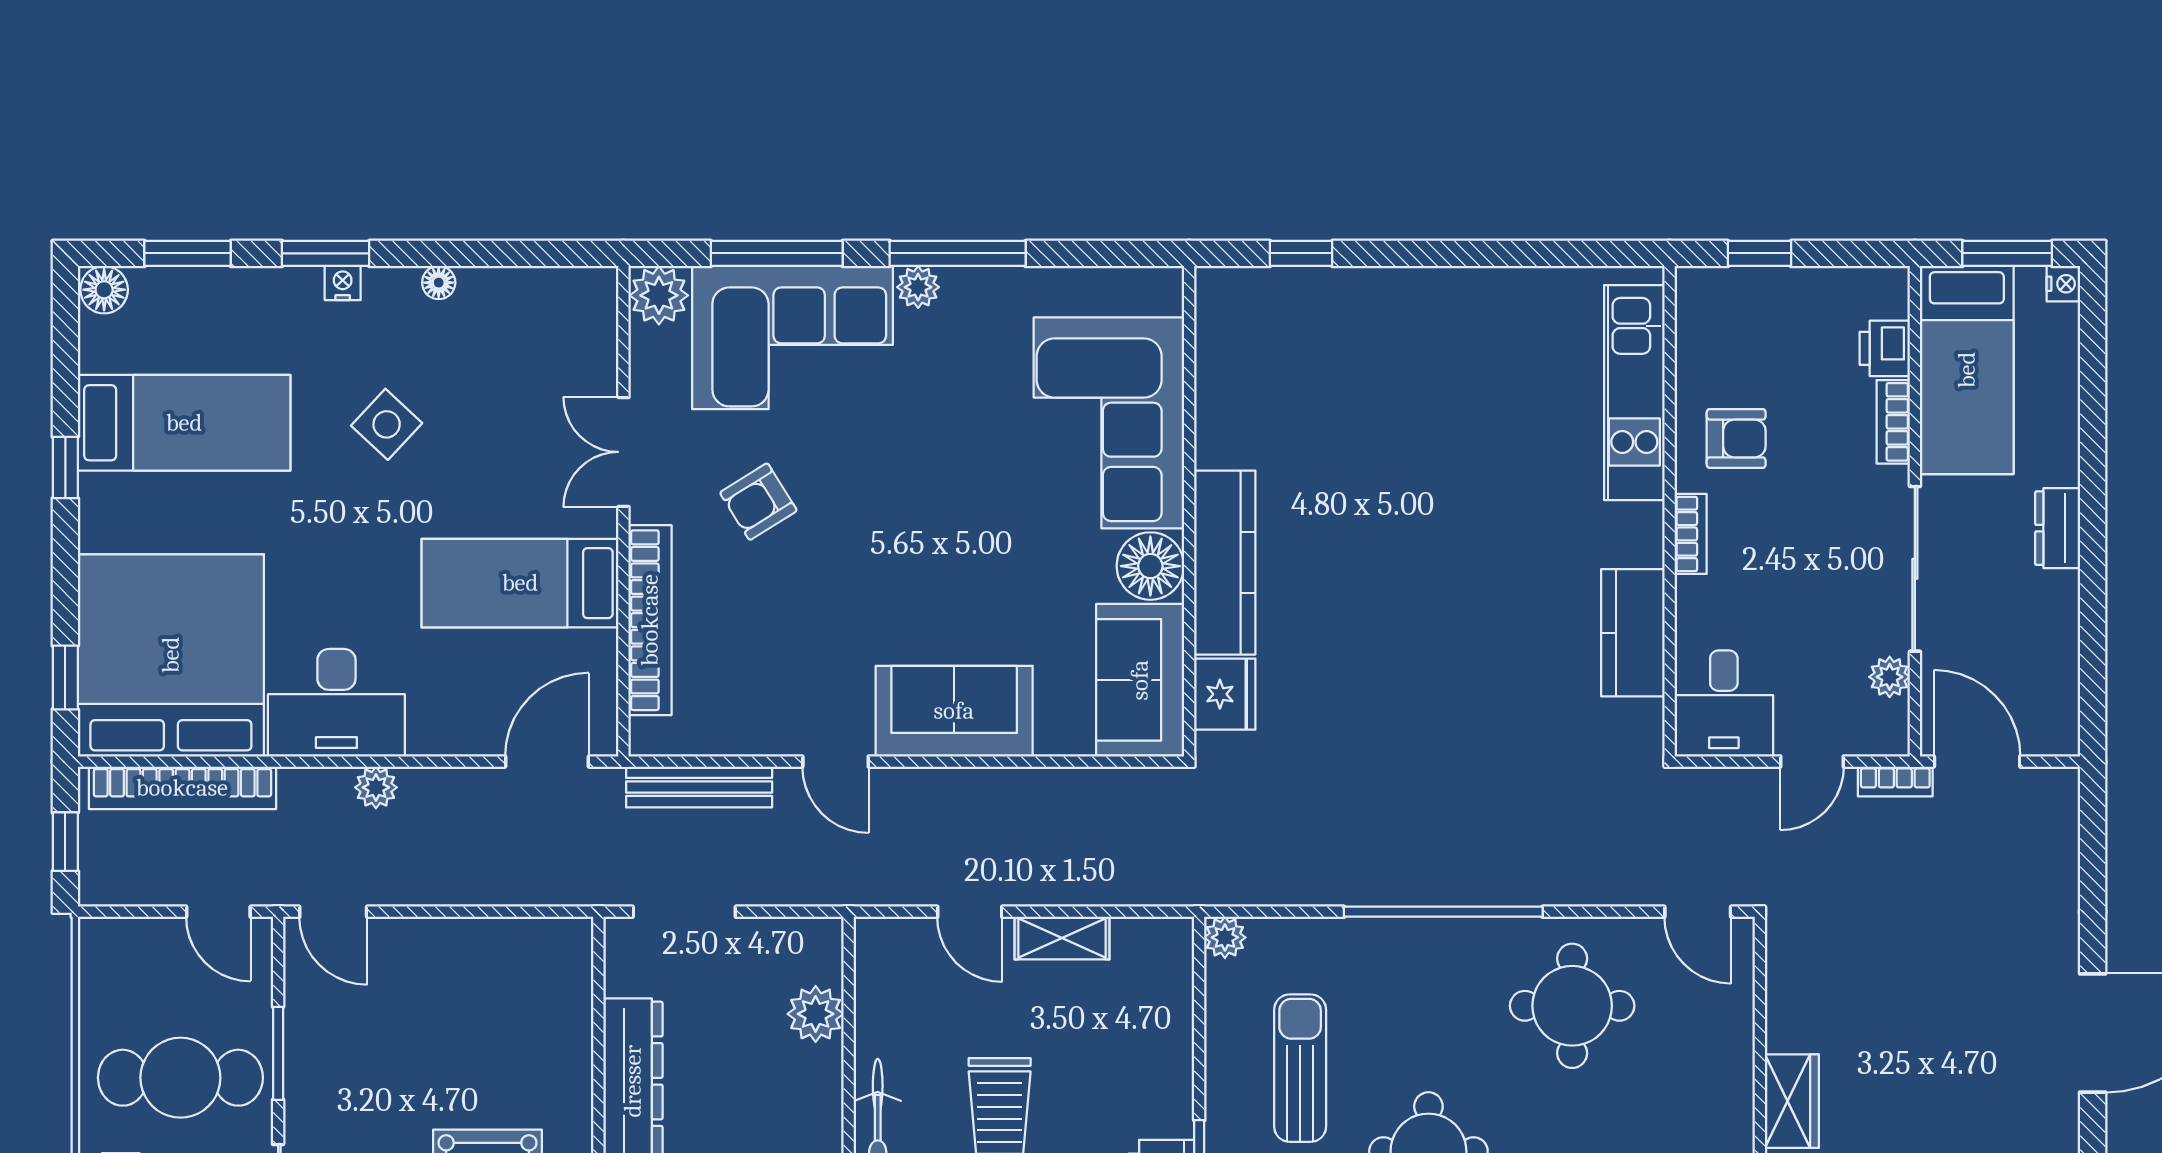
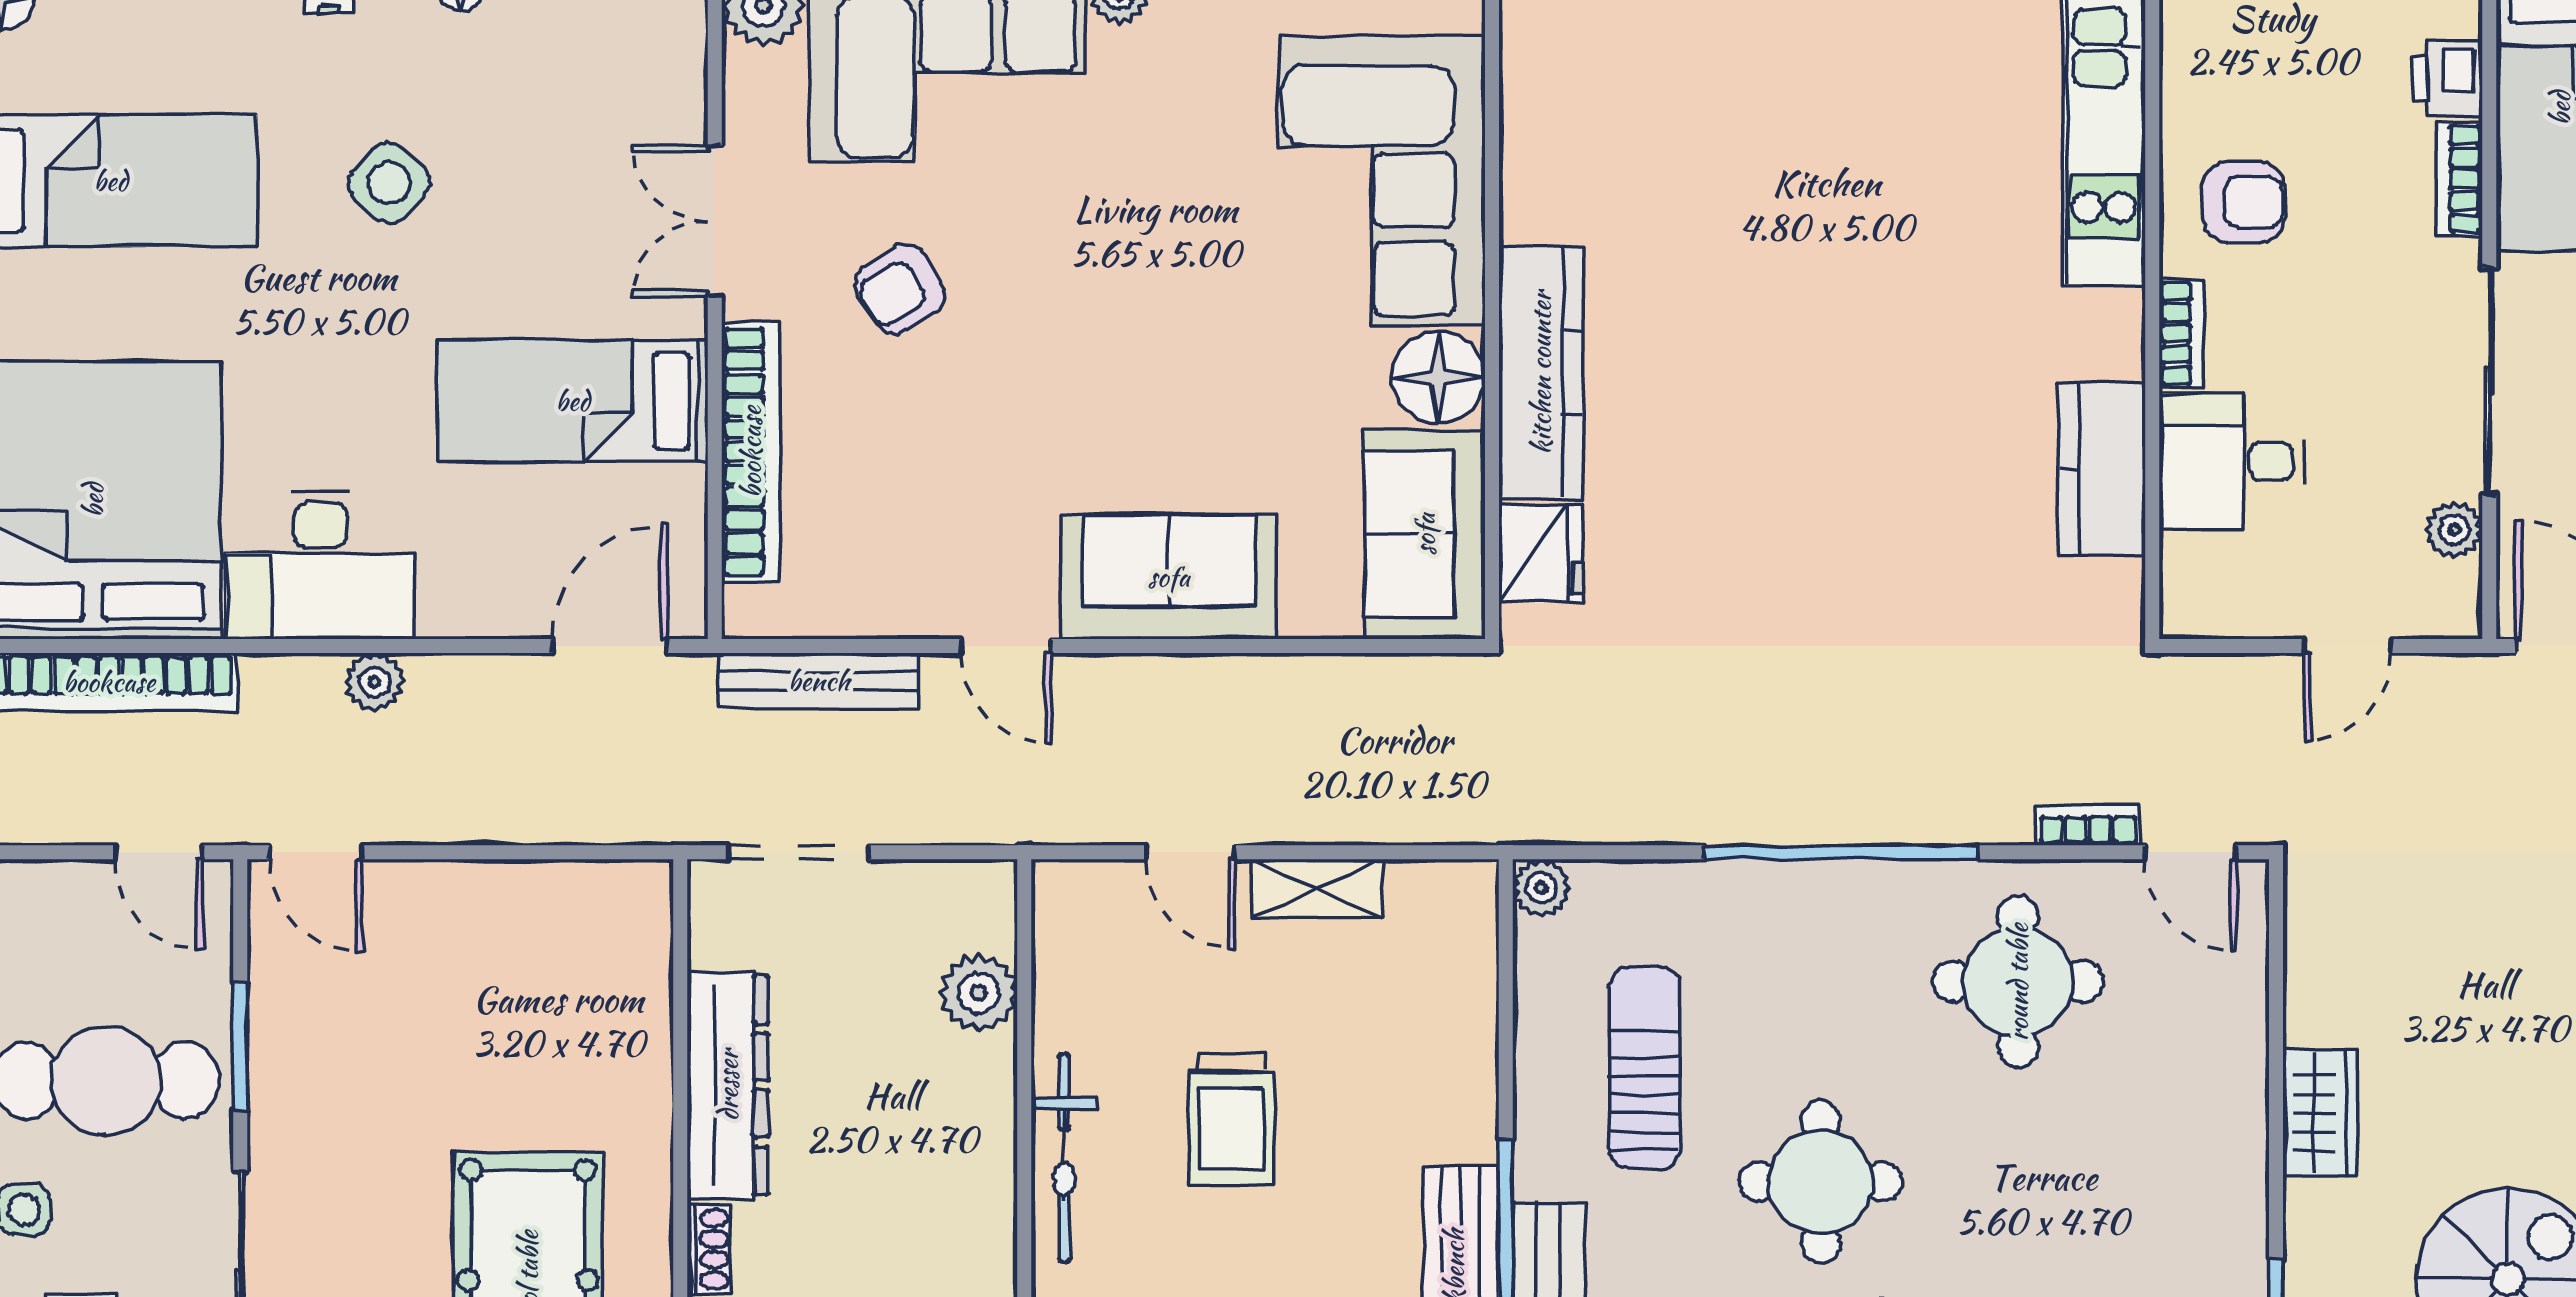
desk: (1724, 703) -> (2232, 461), moved, turned 90
bookcase: (1895, 781) -> (2088, 825), moved, turned 180

